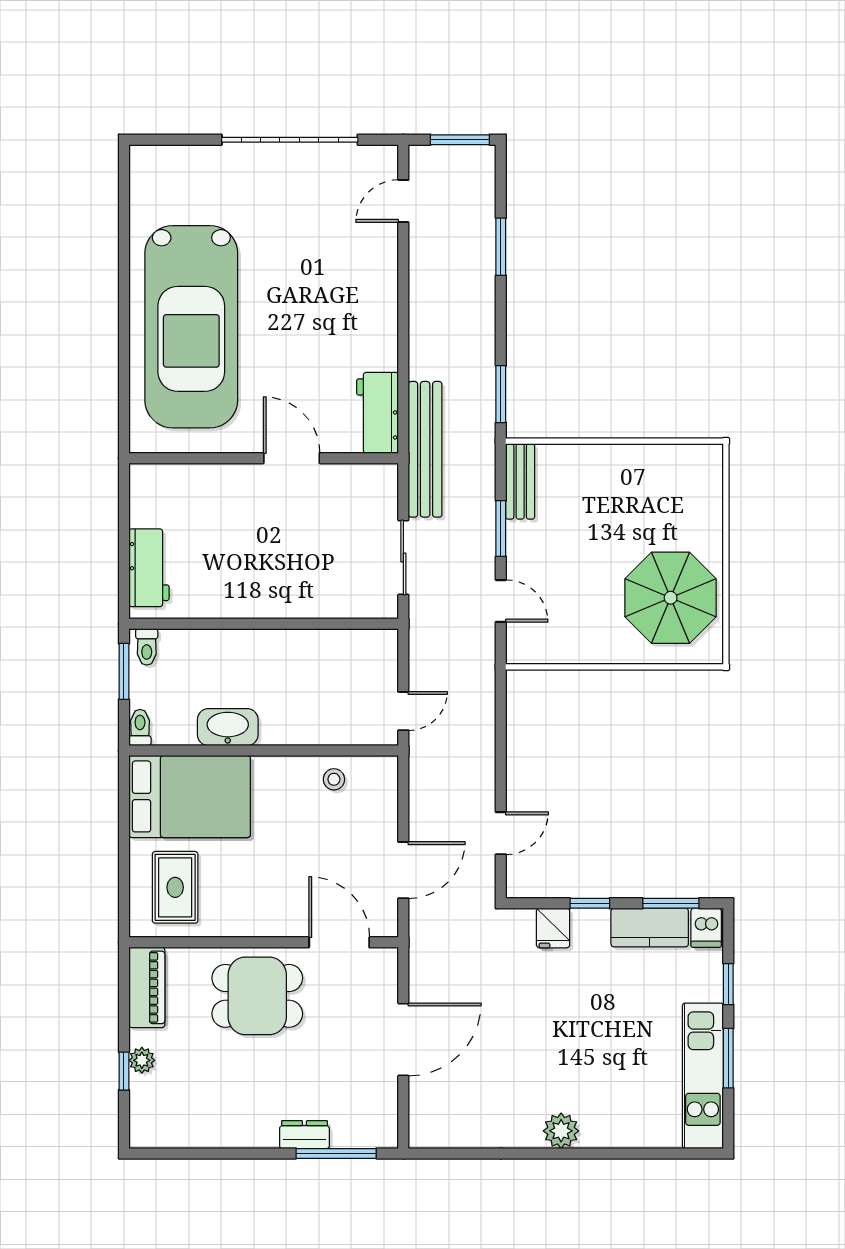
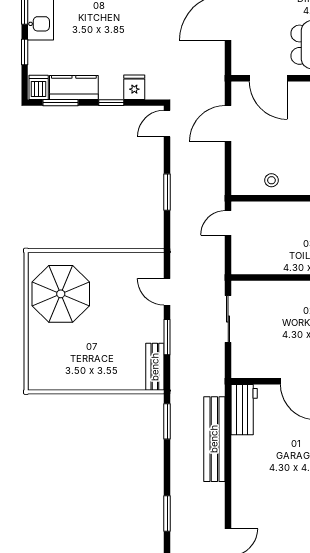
bench: (425, 449) -> (214, 439), moved
window: (501, 760) -> (167, 192), added
door: (501, 833) -> (167, 124), moved

